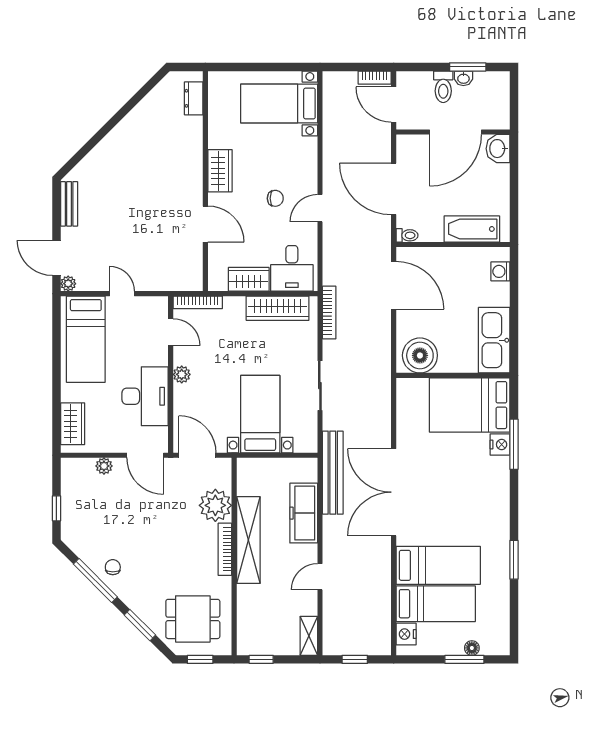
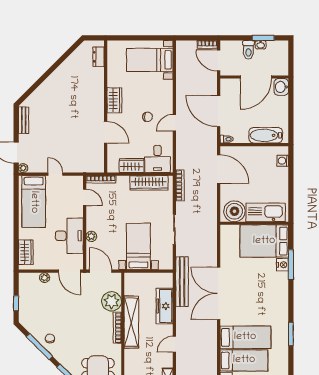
kitchen sink: (494, 340) -> (266, 212), moved, turned 90
plant: (182, 374) -> (91, 236), moved

